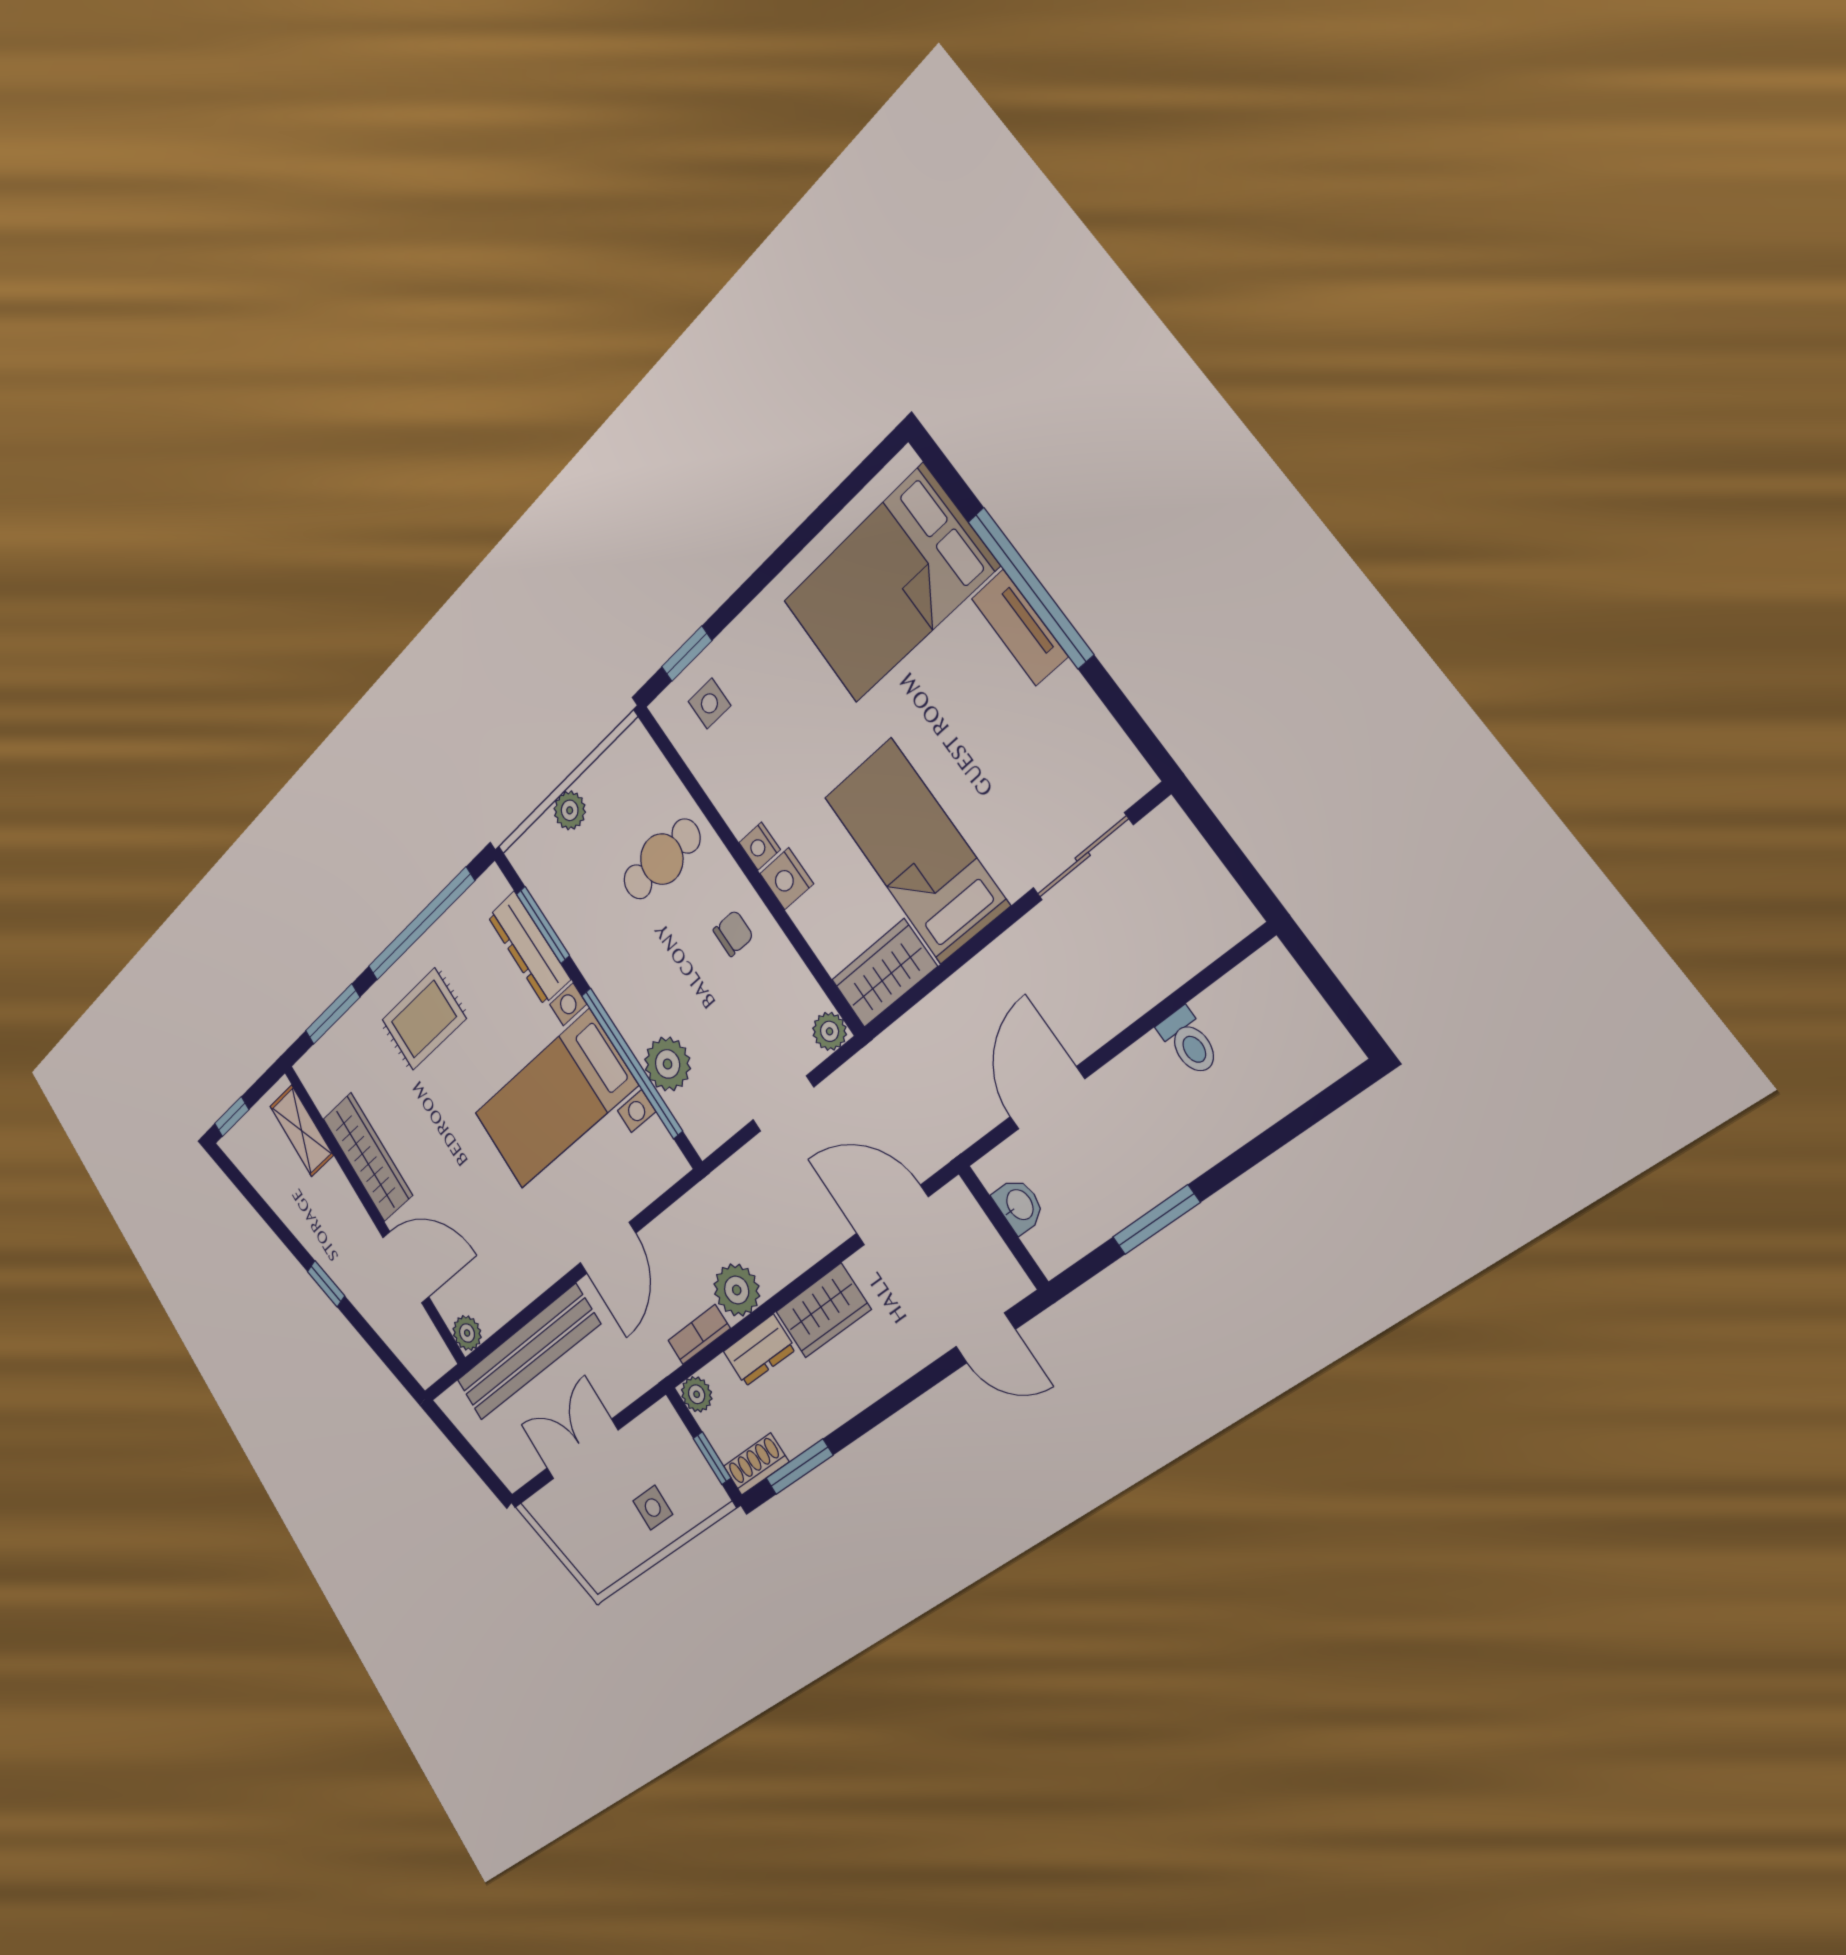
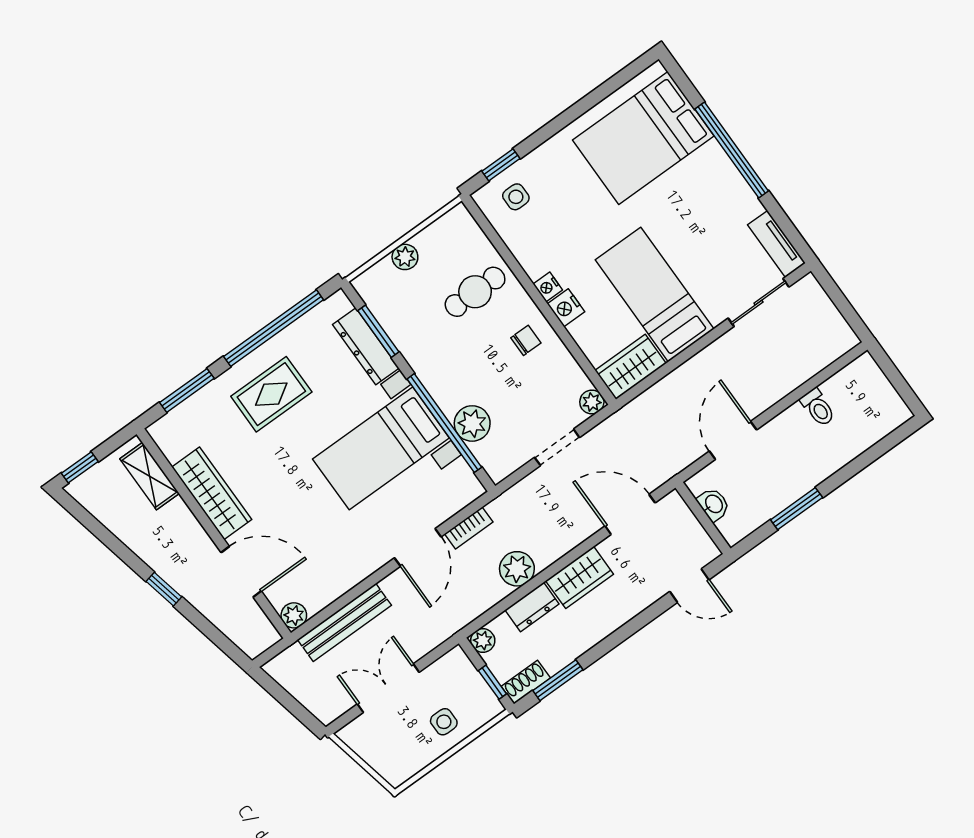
tv unit: (1020, 628) -> (776, 244), moved
bookcase: (699, 1334) -> (469, 528), moved, turned 180
bench: (528, 1353) -> (344, 622), width x0.73, depth x0.82

